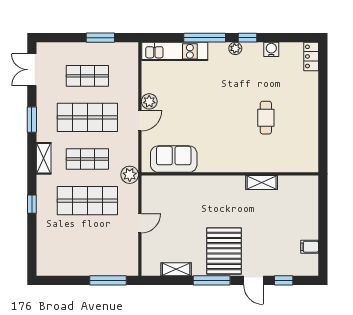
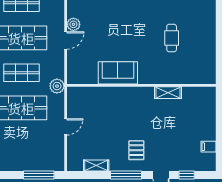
sofa: (174, 159) -> (118, 73), moved
pallet: (224, 251) -> (136, 150), width x0.49, depth x0.50

